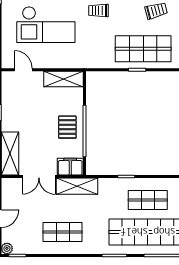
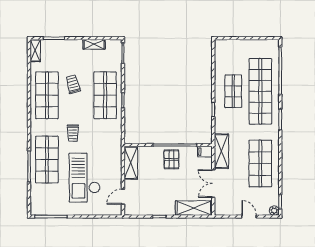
checkout: (46, 25) -> (85, 178), turned 180
pallet: (67, 127) -> (171, 159), turned 90
filing cabinet: (70, 167) -> (205, 152), width x0.50
double door: (39, 176) -> (213, 183), swing flipped
shop shelf: (63, 232) -> (260, 163), width x1.43, depth x1.36

